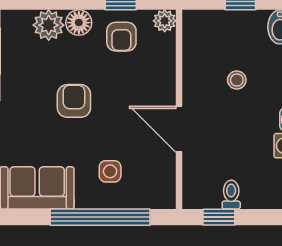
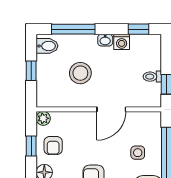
armchair: (121, 37) -> (53, 146), turned 90
stool: (237, 80) -> (80, 73), width x1.89, depth x1.89

